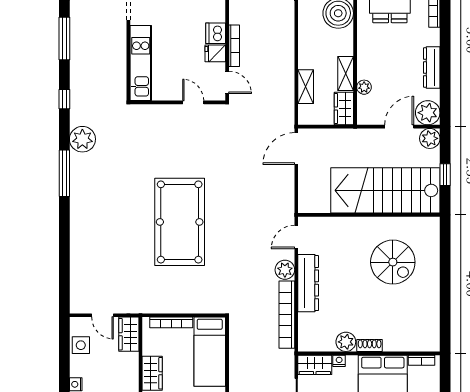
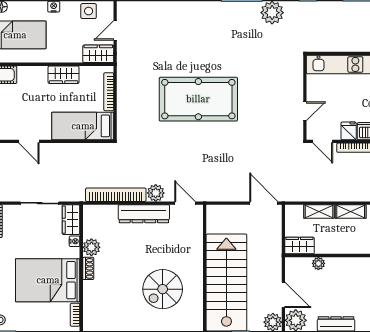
shelving: (346, 74) -> (351, 212), moved
door: (227, 82) -> (323, 141), hinge flipped

